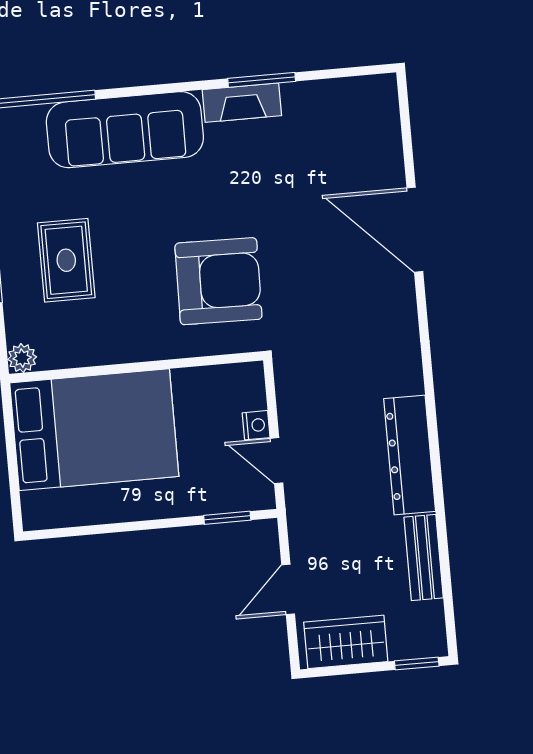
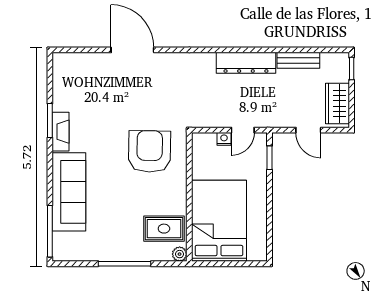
door: (415, 230) -> (132, 50), swing flipped
rug: (66, 260) -> (164, 229), moved

